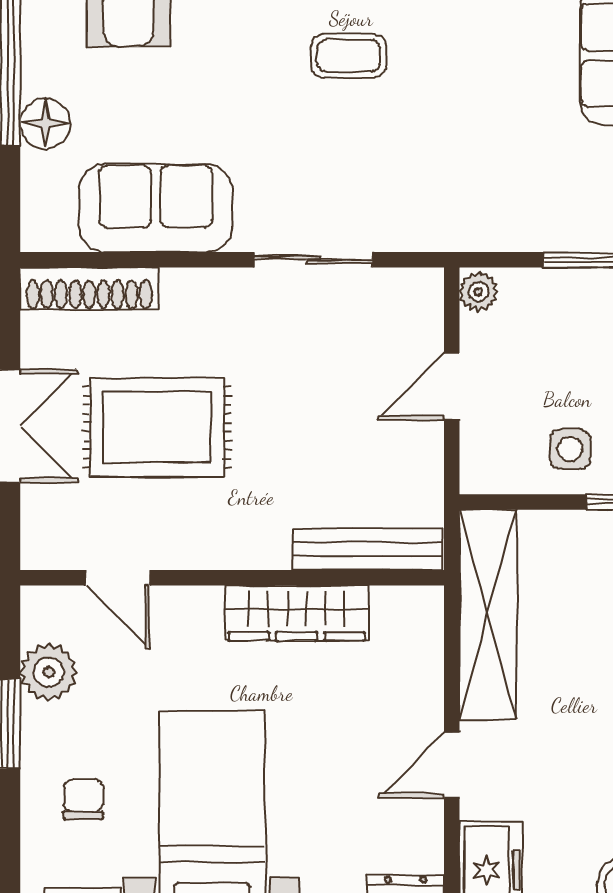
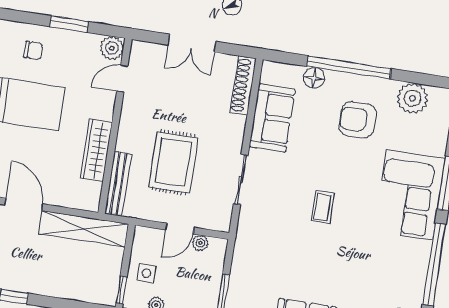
plant: (478, 292) -> (200, 243), moved
door: (452, 387) -> (180, 229), swing flipped
rug: (157, 427) -> (173, 162), moved
plant: (49, 672) -> (112, 48), moved
door: (452, 765) -> (24, 204), width x1.38

